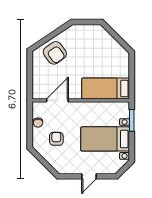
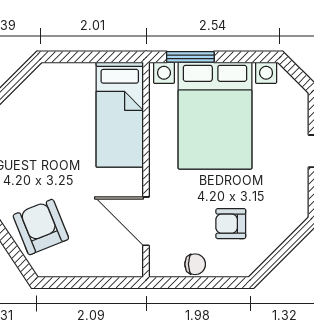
armchair: (55, 53) -> (41, 227), turned -76
bed with nightstands: (105, 139) -> (215, 116), width x1.36

